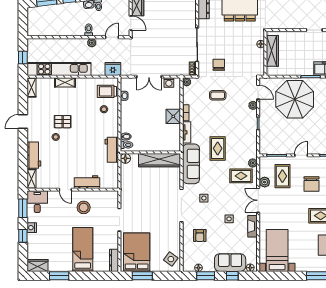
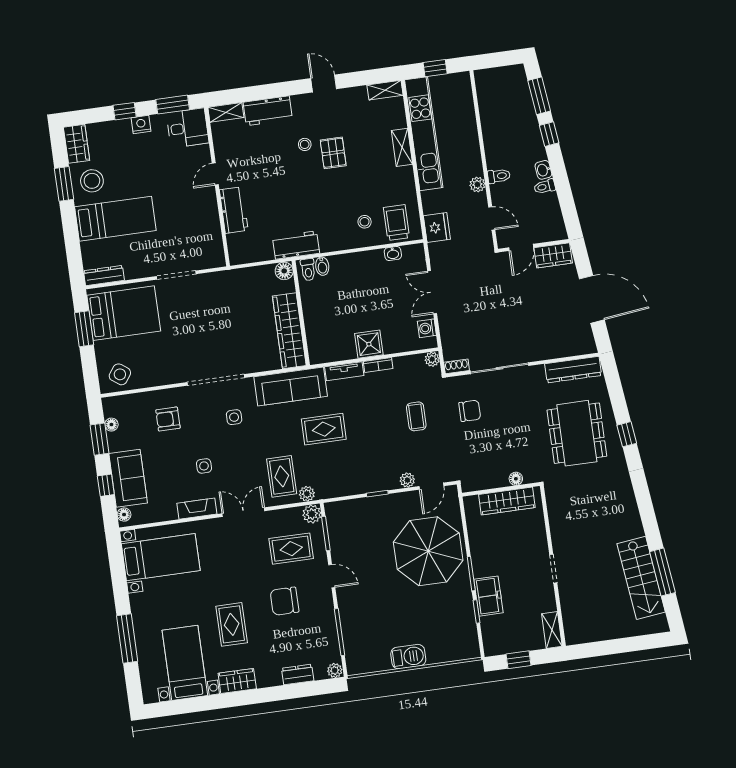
plant: (265, 182) -> (312, 514), moved
stool: (84, 207) -> (92, 181), moved

